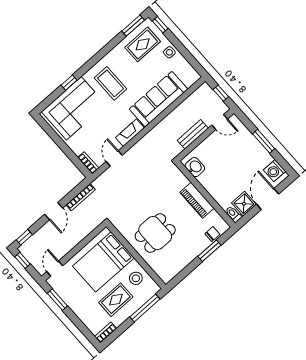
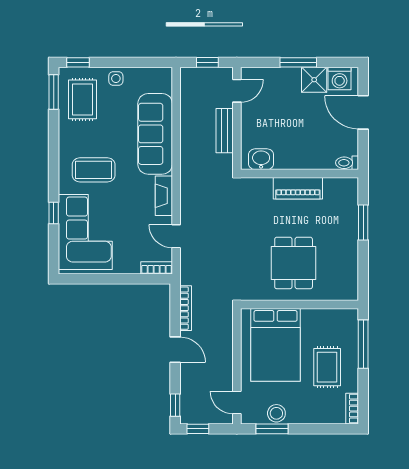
shower: (244, 204) -> (314, 80), moved
chair: (212, 234) -> (348, 203), removed
stool: (136, 278) -> (276, 413), moved

